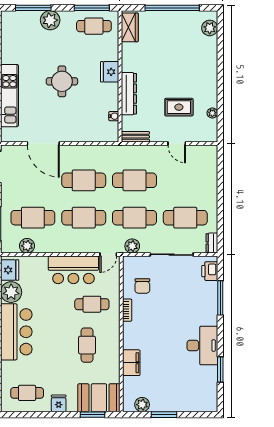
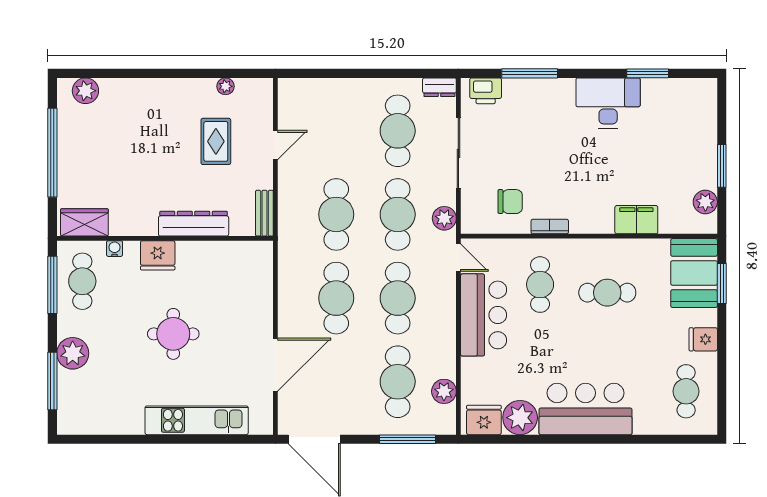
water cooler: (114, 116) -> (115, 249), moved

